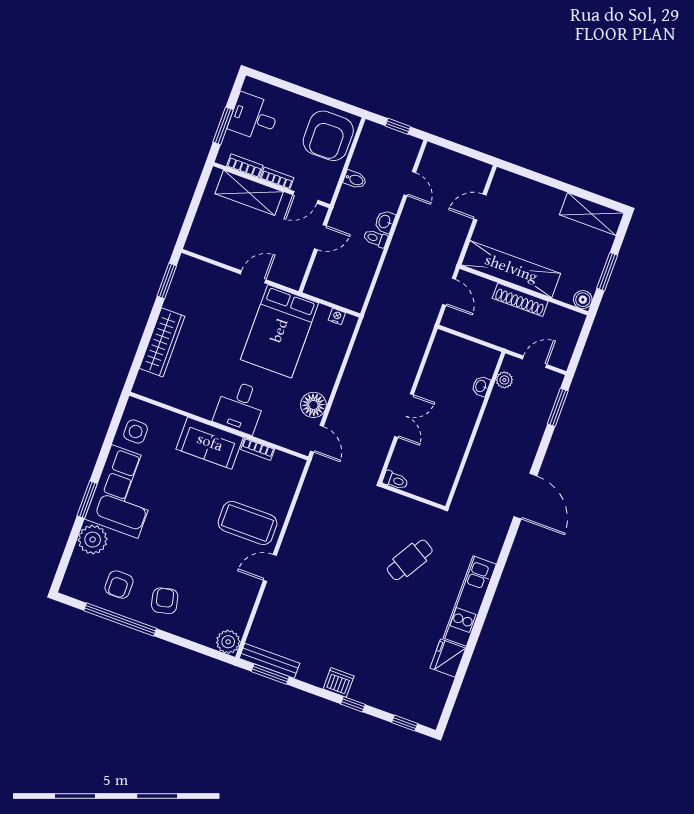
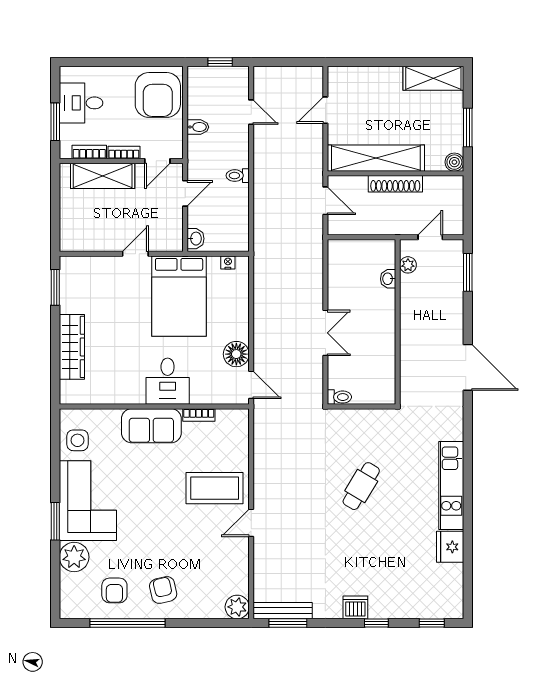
washbasin: (385, 222) -> (196, 239), moved, turned 180
cafe table: (410, 560) -> (361, 486), moved

